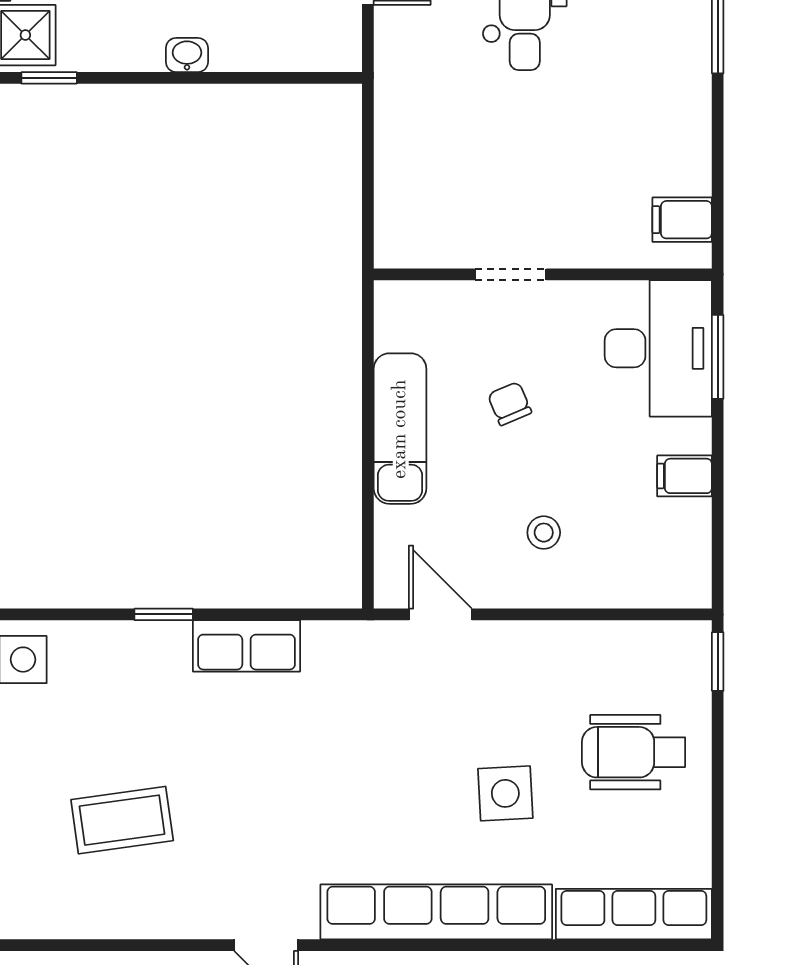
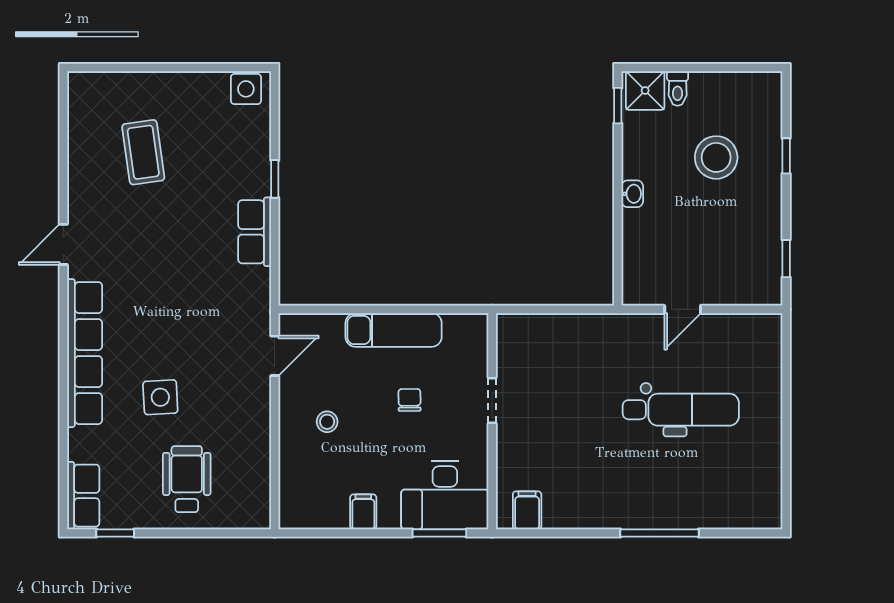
chair: (510, 404) -> (410, 400), turned -68
window: (718, 662) -> (115, 533), moved
row of seats: (634, 914) -> (83, 496), width x0.68

